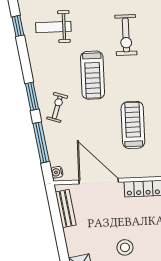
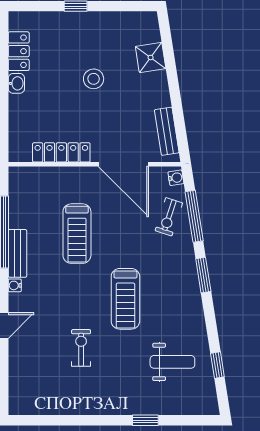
exercise bike: (126, 35) -> (81, 348), width x0.73, depth x0.72
treadmill: (93, 75) -> (125, 299), turned 180
exercise bike: (57, 107) -> (169, 217), moved

